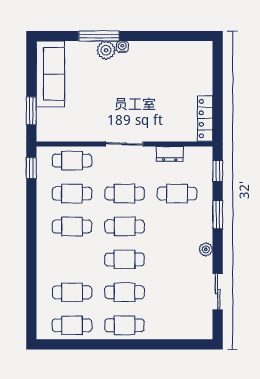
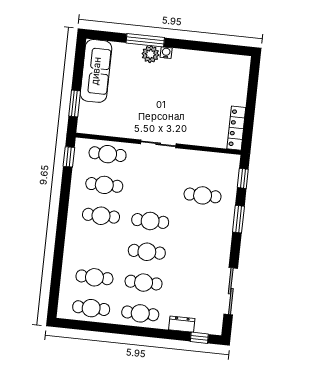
dresser: (170, 154) -> (182, 324), moved, turned 180
cafe table: (125, 194) -> (153, 190), removed
plant: (206, 249) -> (224, 250), removed
sliding door: (218, 292) -> (231, 291), width x1.37
window: (190, 344) -> (199, 338), added

